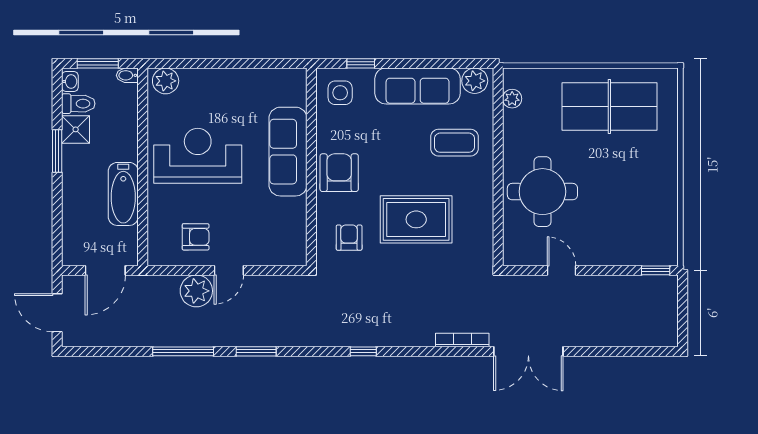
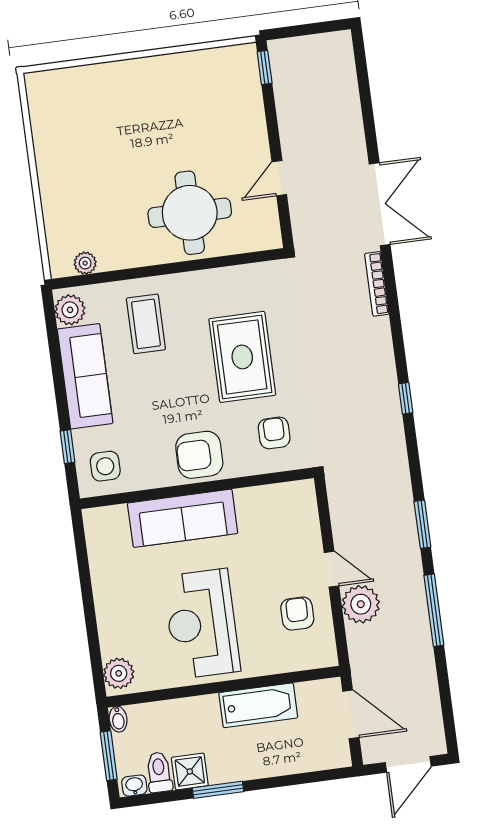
table tennis table: (609, 106) -> (79, 147), removed
armchair: (349, 238) -> (274, 433), turned 90

